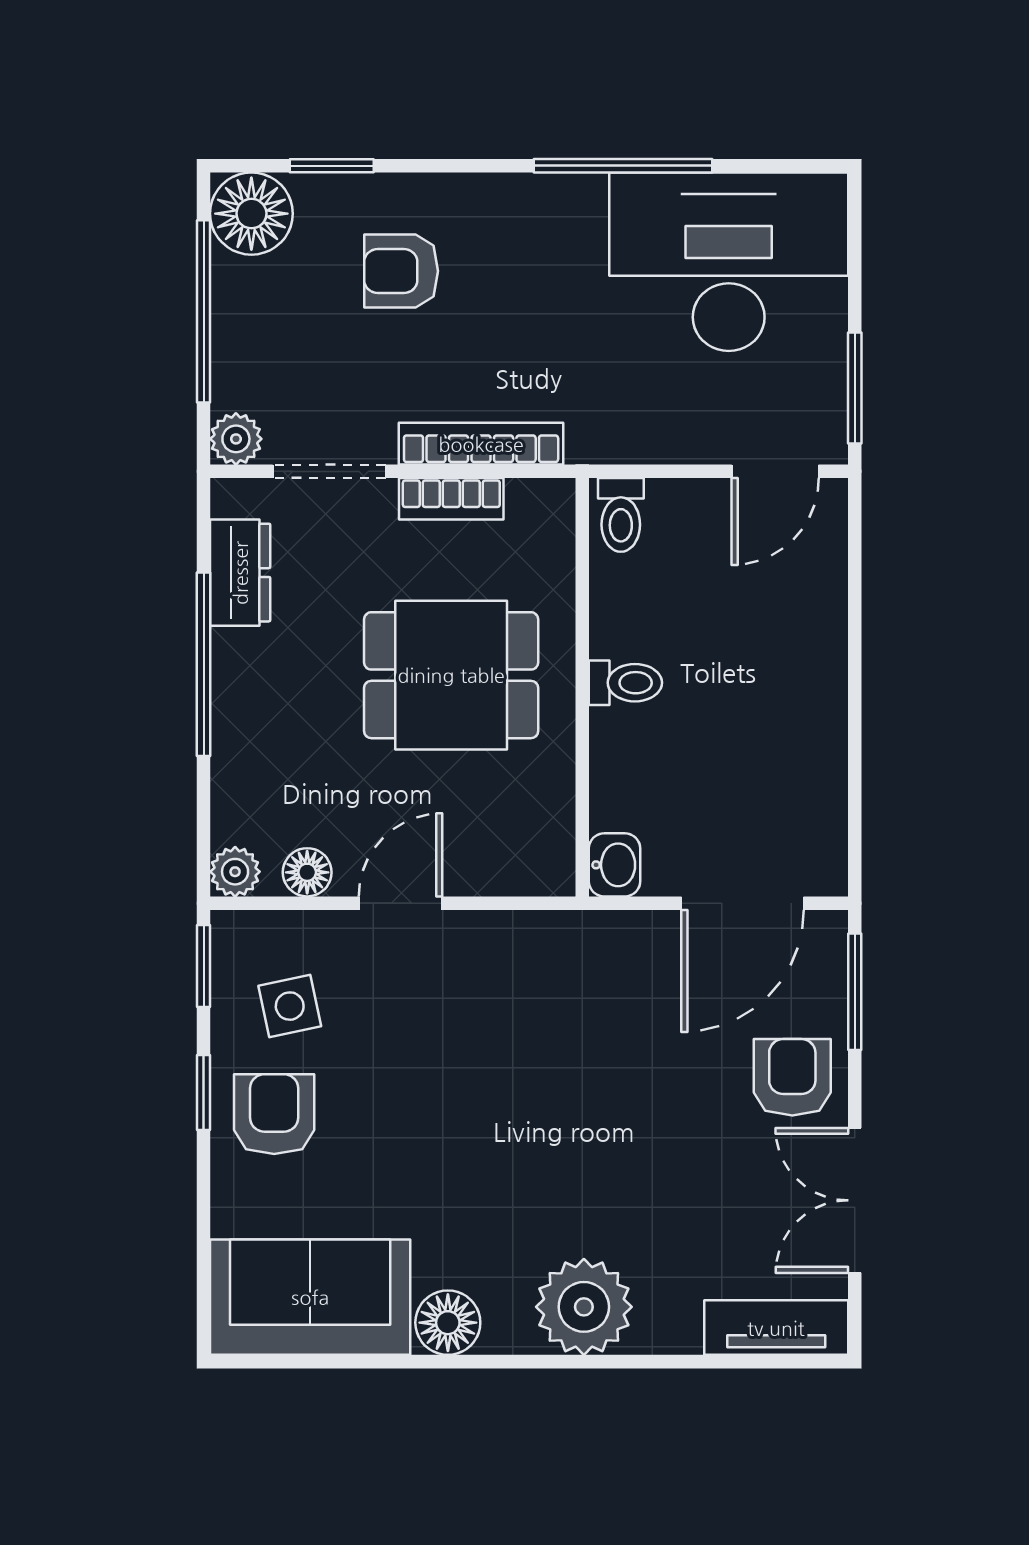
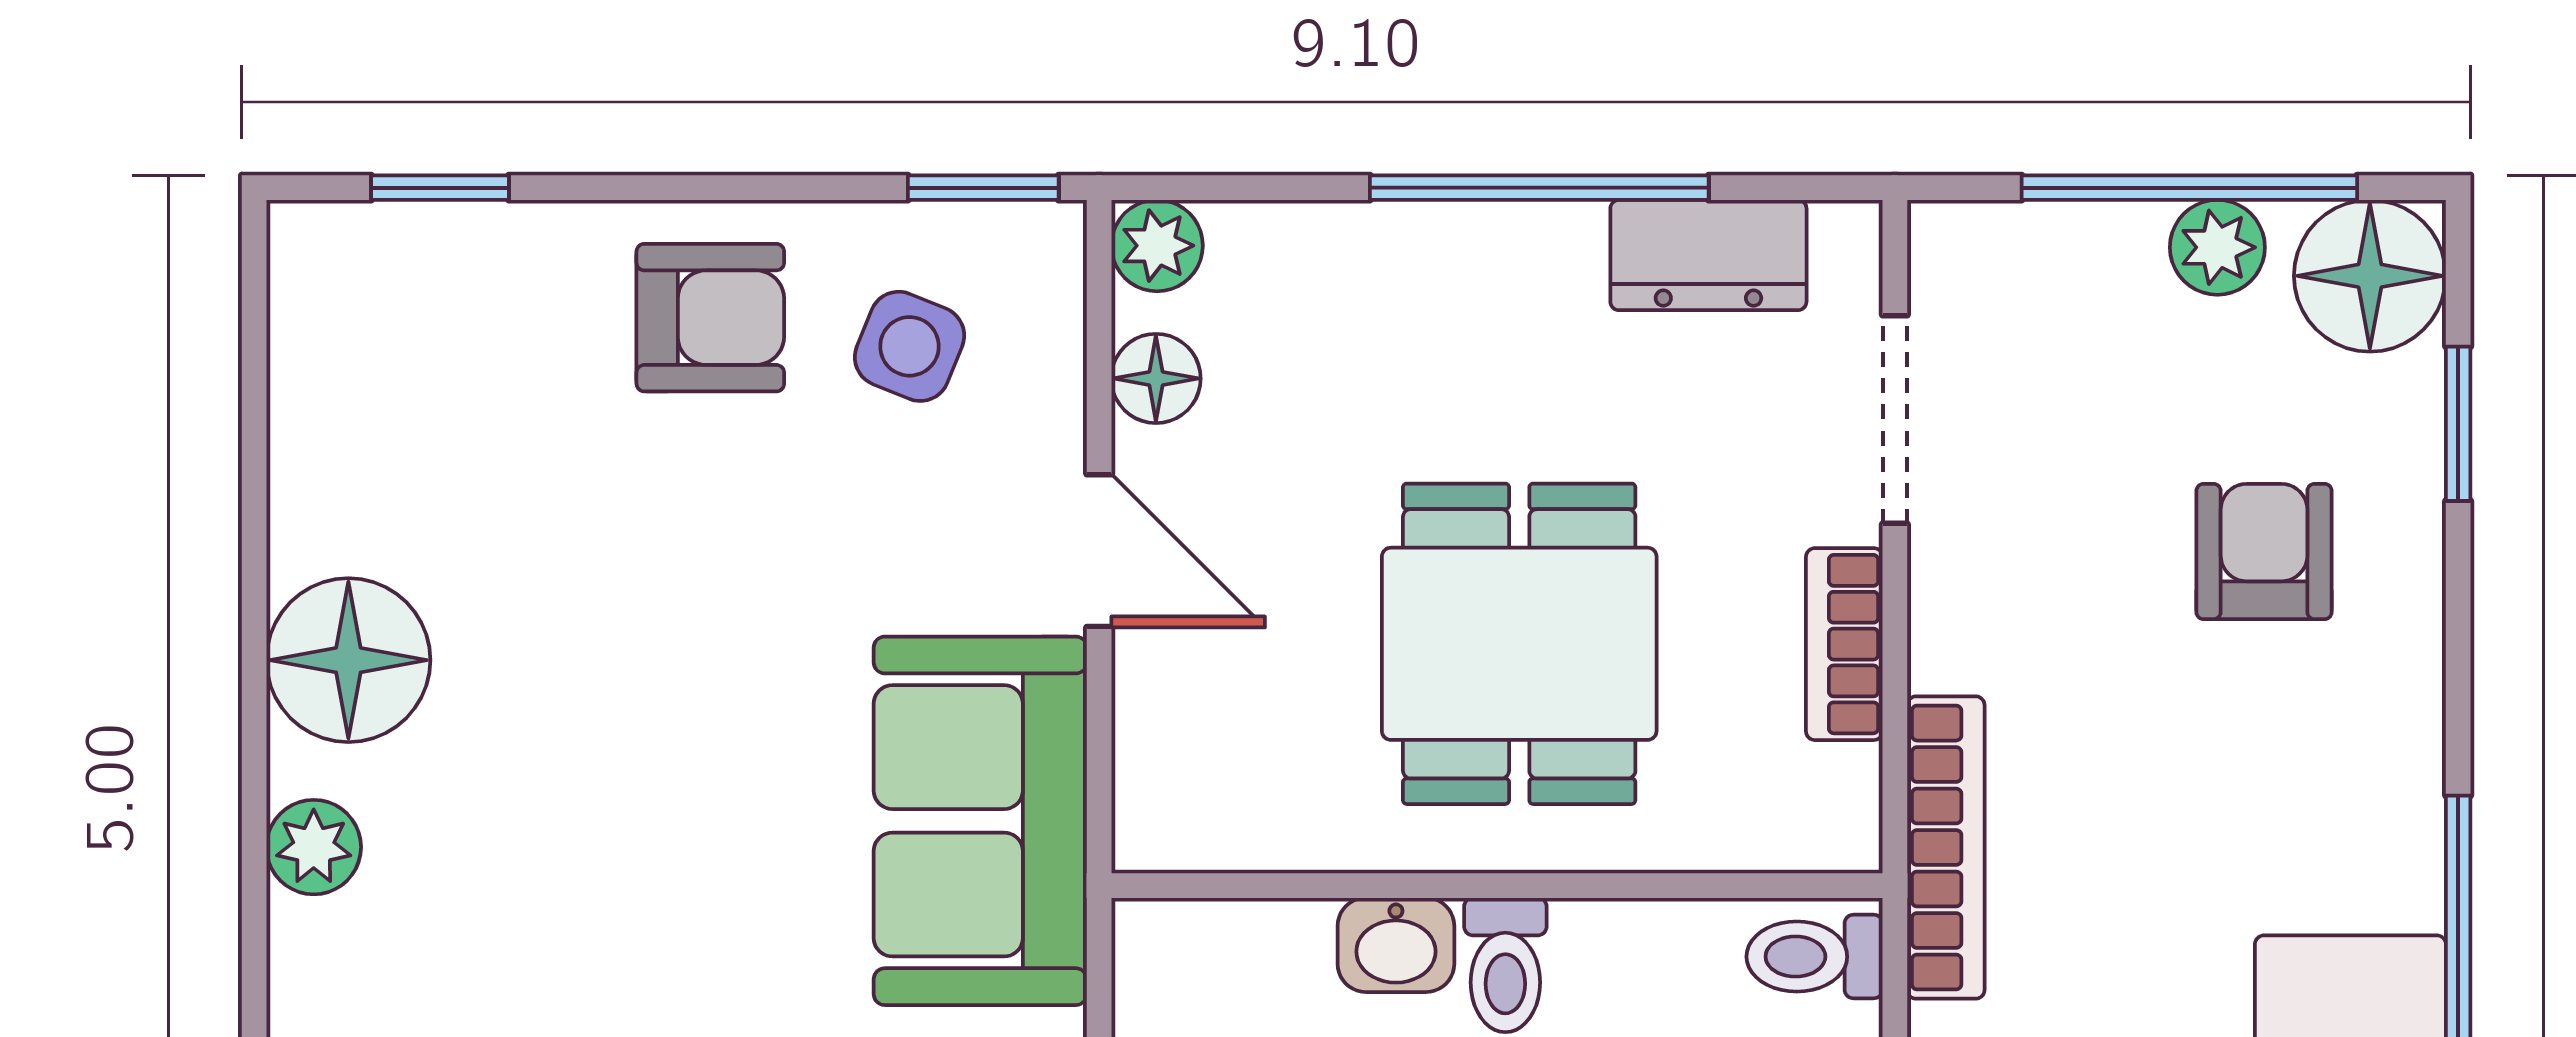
plant: (236, 439) -> (2217, 247), moved
bookcase: (481, 444) -> (1946, 848), moved
washbasin: (615, 865) -> (1396, 945), moved
side table: (290, 1006) -> (909, 346), turned 34
window: (204, 1093) -> (440, 188), moved
sofa: (310, 1297) -> (980, 821), moved, turned 180
plant: (584, 1307) -> (314, 847), width x0.53, depth x0.53
floor lamp: (448, 1323) -> (348, 660), width x1.38, depth x1.38

